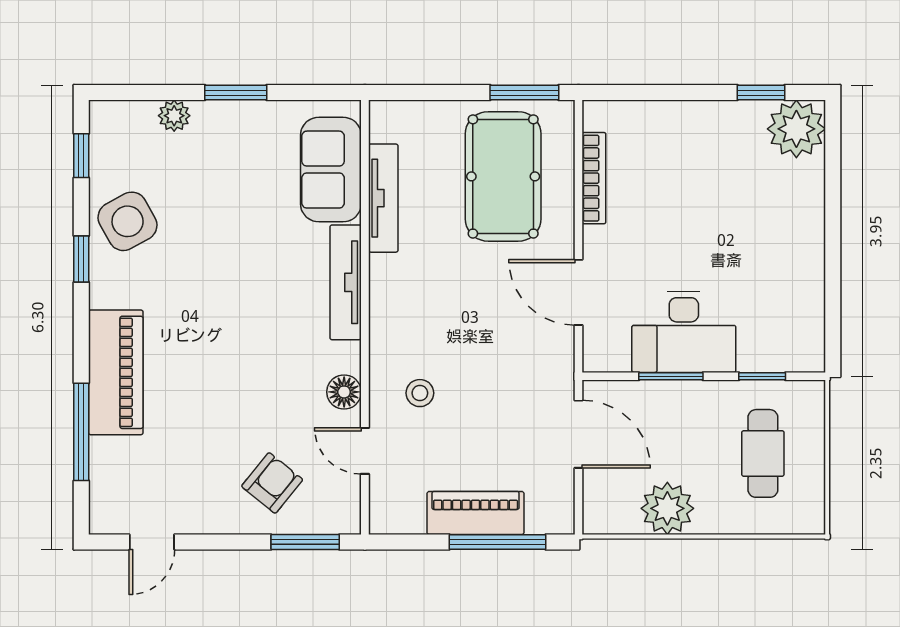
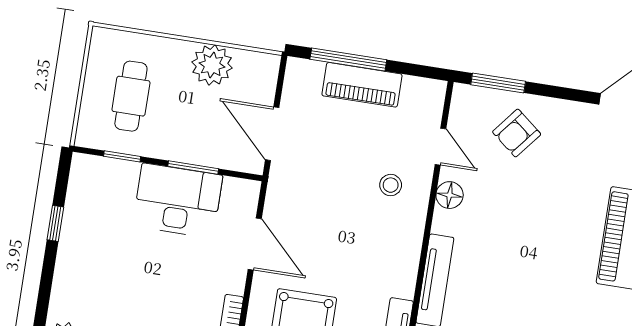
window: (833, 279) -> (55, 223), added

